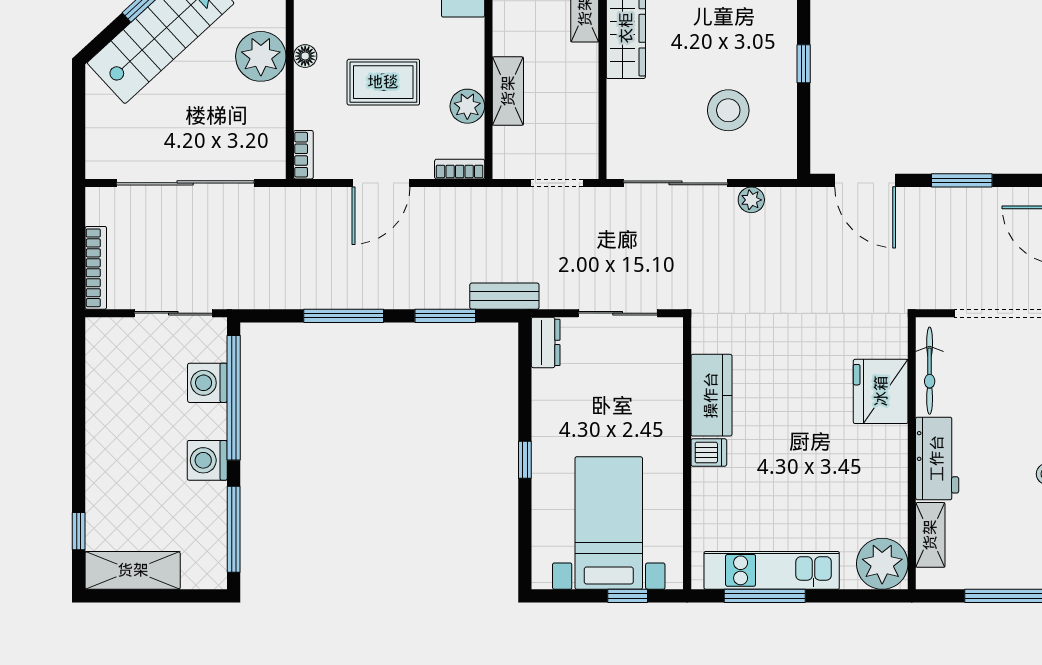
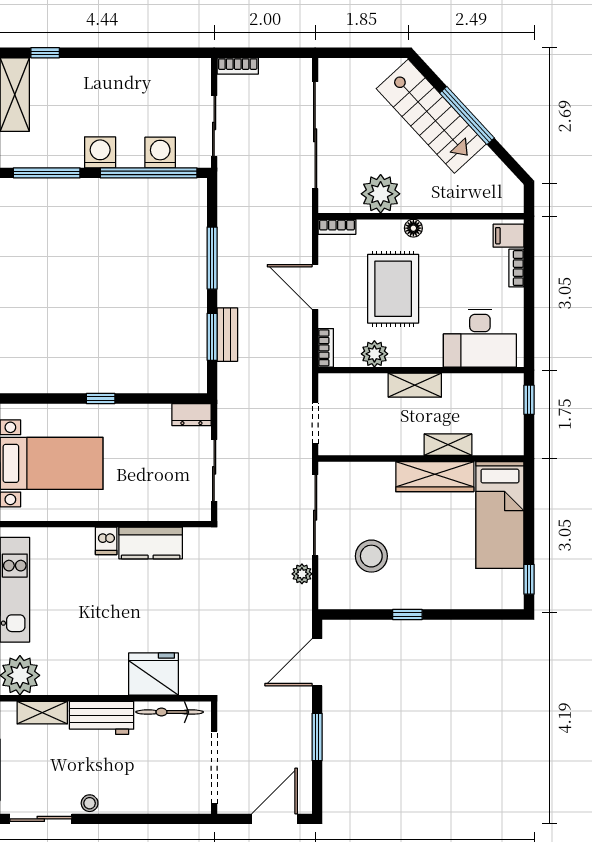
plant: (261, 56) -> (381, 194), moved
rug: (383, 82) -> (393, 289), width x1.36, depth x1.43
shelving: (508, 91) -> (415, 385), moved
bookcase: (96, 268) -> (238, 66), width x0.64
bench: (504, 296) -> (227, 335), moved

